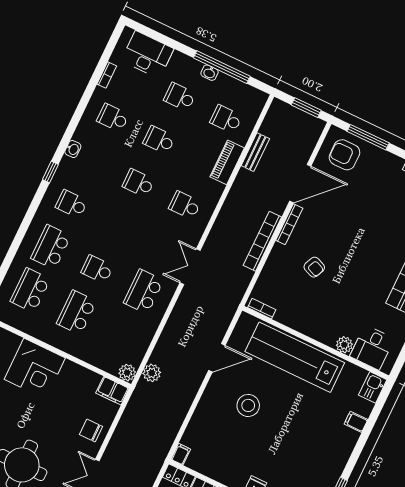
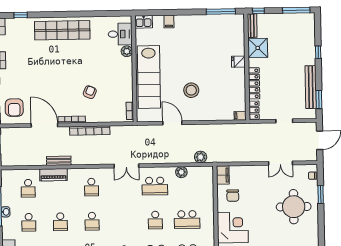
bench: (255, 152) -> (59, 161), moved
plant: (127, 373) -> (181, 172), moved
chair: (91, 431) -> (233, 196), moved

